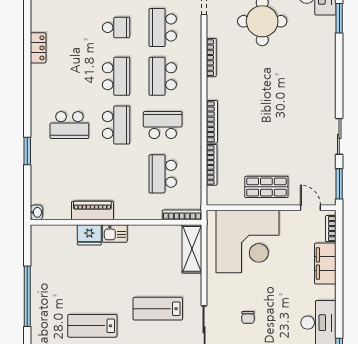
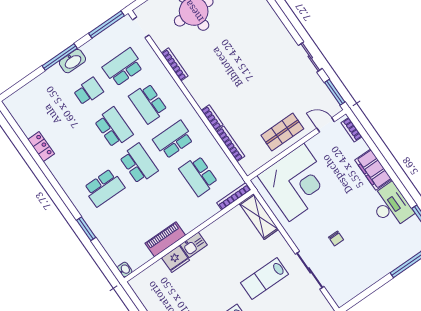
school desk: (163, 27) -> (123, 67), turned 90
bookcase: (212, 122) -> (212, 117), width x0.64
filing cabinet: (325, 264) -> (373, 170), moved

